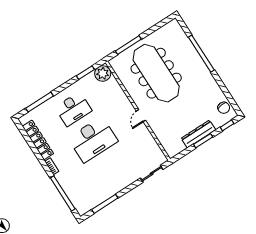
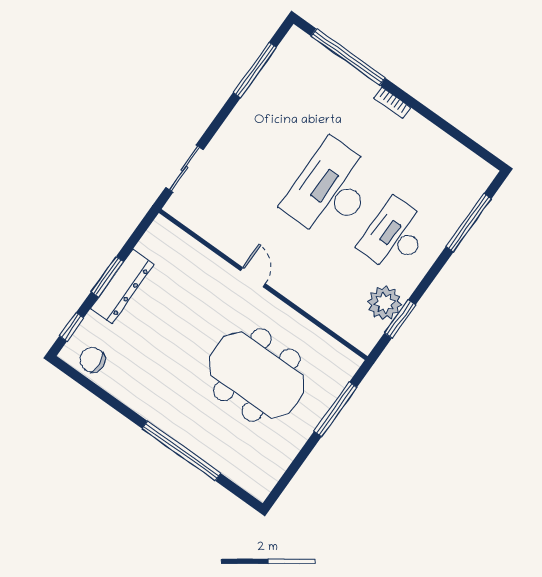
plant: (103, 73) -> (385, 303), moved
meeting table: (156, 73) -> (257, 375), width x0.73
locker: (38, 140) -> (441, 145), removed

